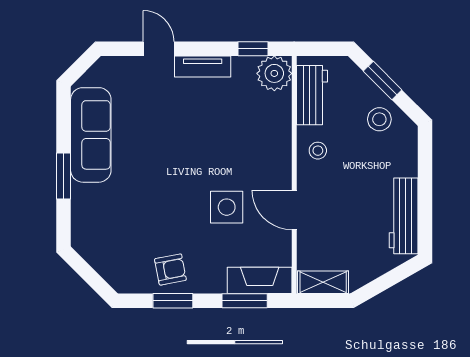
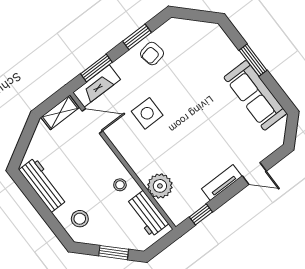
plant: (274, 73) -> (160, 186), moved
stool: (379, 119) -> (80, 219), moved
door: (294, 210) -> (92, 121), moved

